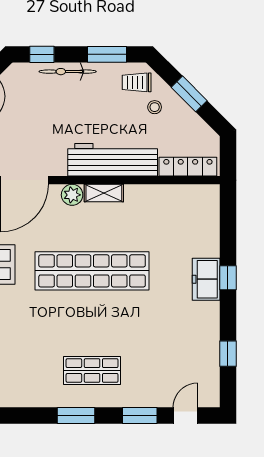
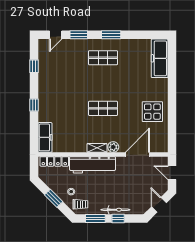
window: (42, 54) -> (118, 218), moved
shop shelf: (92, 271) -> (103, 108), width x0.50, depth x0.74
freezer: (206, 279) -> (45, 137), moved, width x1.40

